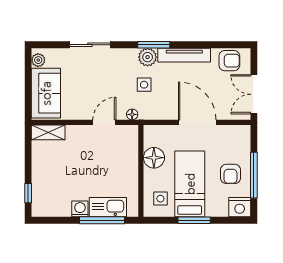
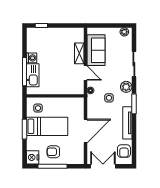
plant: (148, 57) -> (126, 87), moved
sofa: (46, 93) -> (96, 50), moved, turned -90
shelving: (48, 132) -> (79, 53), moved
floor lamp: (154, 158) -> (63, 104), removed

